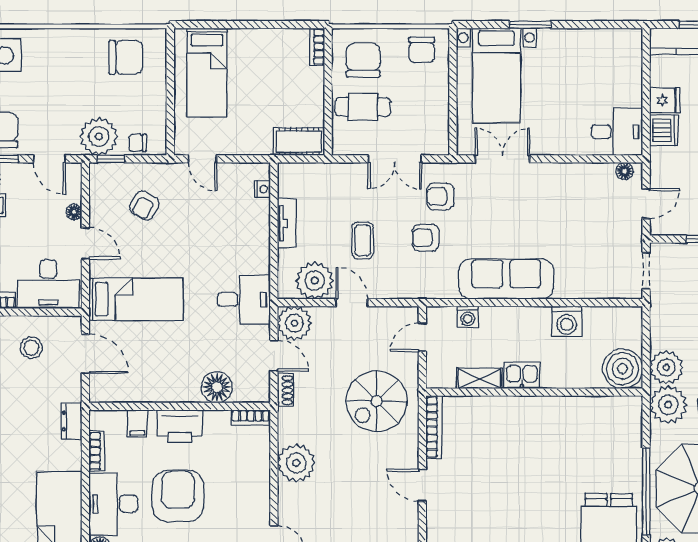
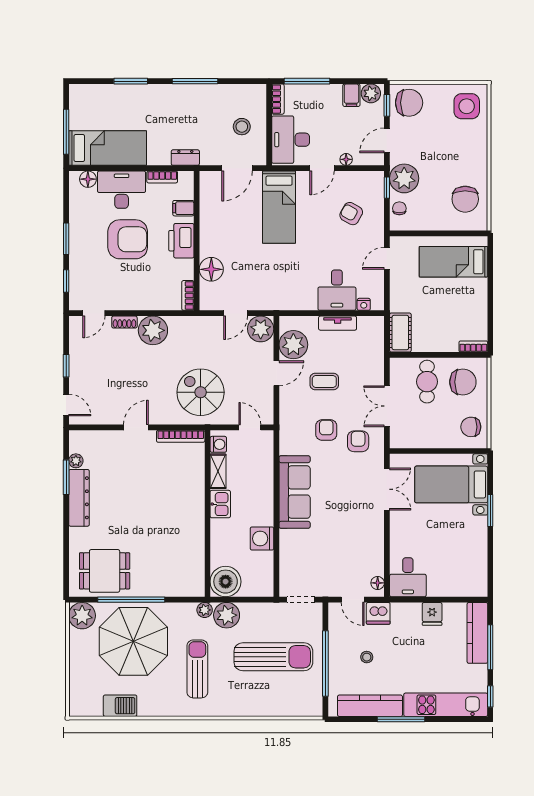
dishwasher: (664, 130) -> (378, 613), moved
desk: (244, 299) -> (337, 290), moved
washing machine: (468, 317) -> (218, 444), moved, turned 180
shoe rack: (285, 390) -> (124, 322), moved
plant: (668, 405) -> (205, 610), width x0.53, depth x0.53

